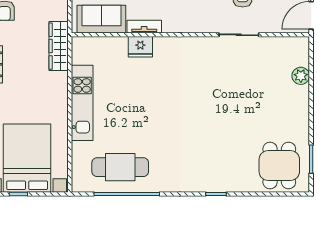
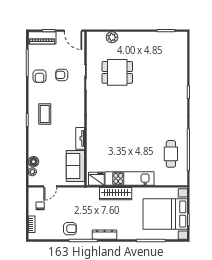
wardrobe: (59, 46) -> (116, 194), moved
fridge: (140, 47) -> (96, 179), moved, turned -90
dining table: (279, 165) -> (117, 72), moved
cafe table: (120, 167) -> (171, 154), width x0.73, depth x0.74

